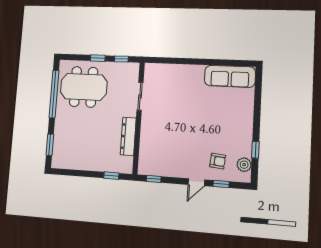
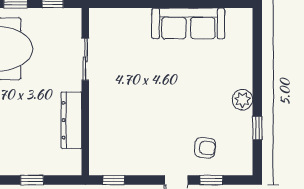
sofa: (230, 76) -> (188, 23), moved
plant: (244, 165) -> (242, 100), moved
window: (111, 176) -> (32, 180), moved

